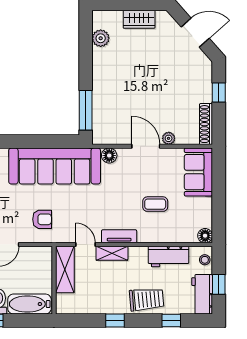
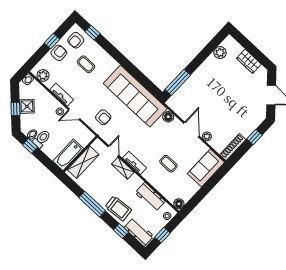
shelving: (65, 270) -> (83, 162), moved
workbench: (202, 294) -> (139, 232), moved, turned 90
bathtub: (29, 304) -> (68, 155), moved, turned -90
window: (115, 321) -> (92, 204), width x2.17

